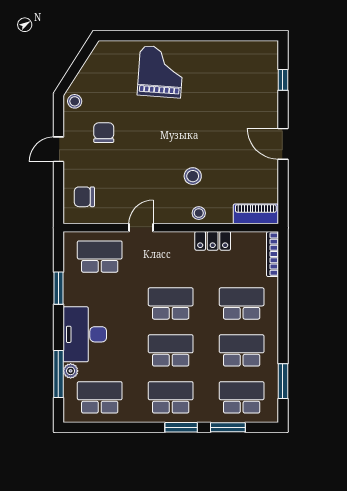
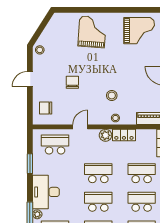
grand piano: (238, 70) -> (139, 31), added
chair: (104, 133) -> (72, 82), moved
plant: (182, 241) -> (106, 135), added

